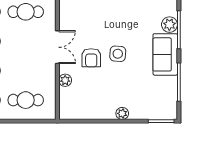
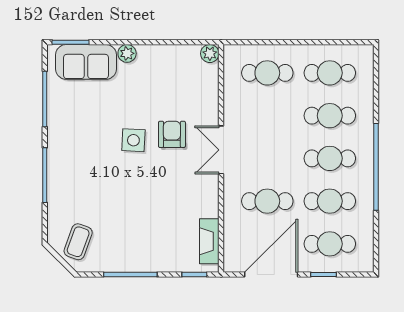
plant: (169, 25) -> (58, 183), removed
sofa: (165, 54) -> (86, 62), moved, turned 90
plant: (65, 80) -> (210, 54), moved

